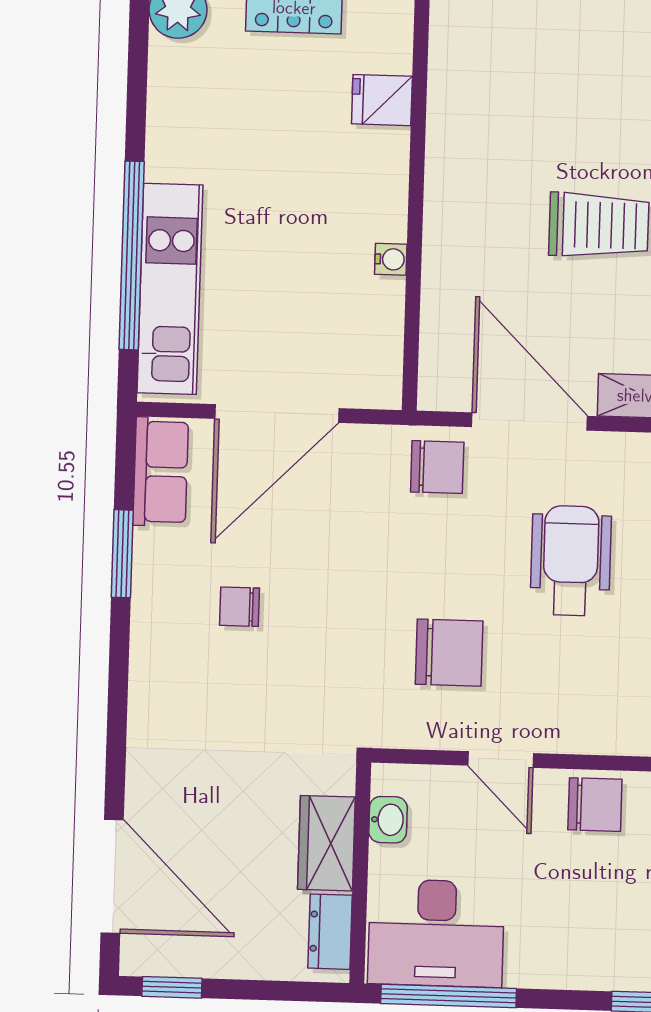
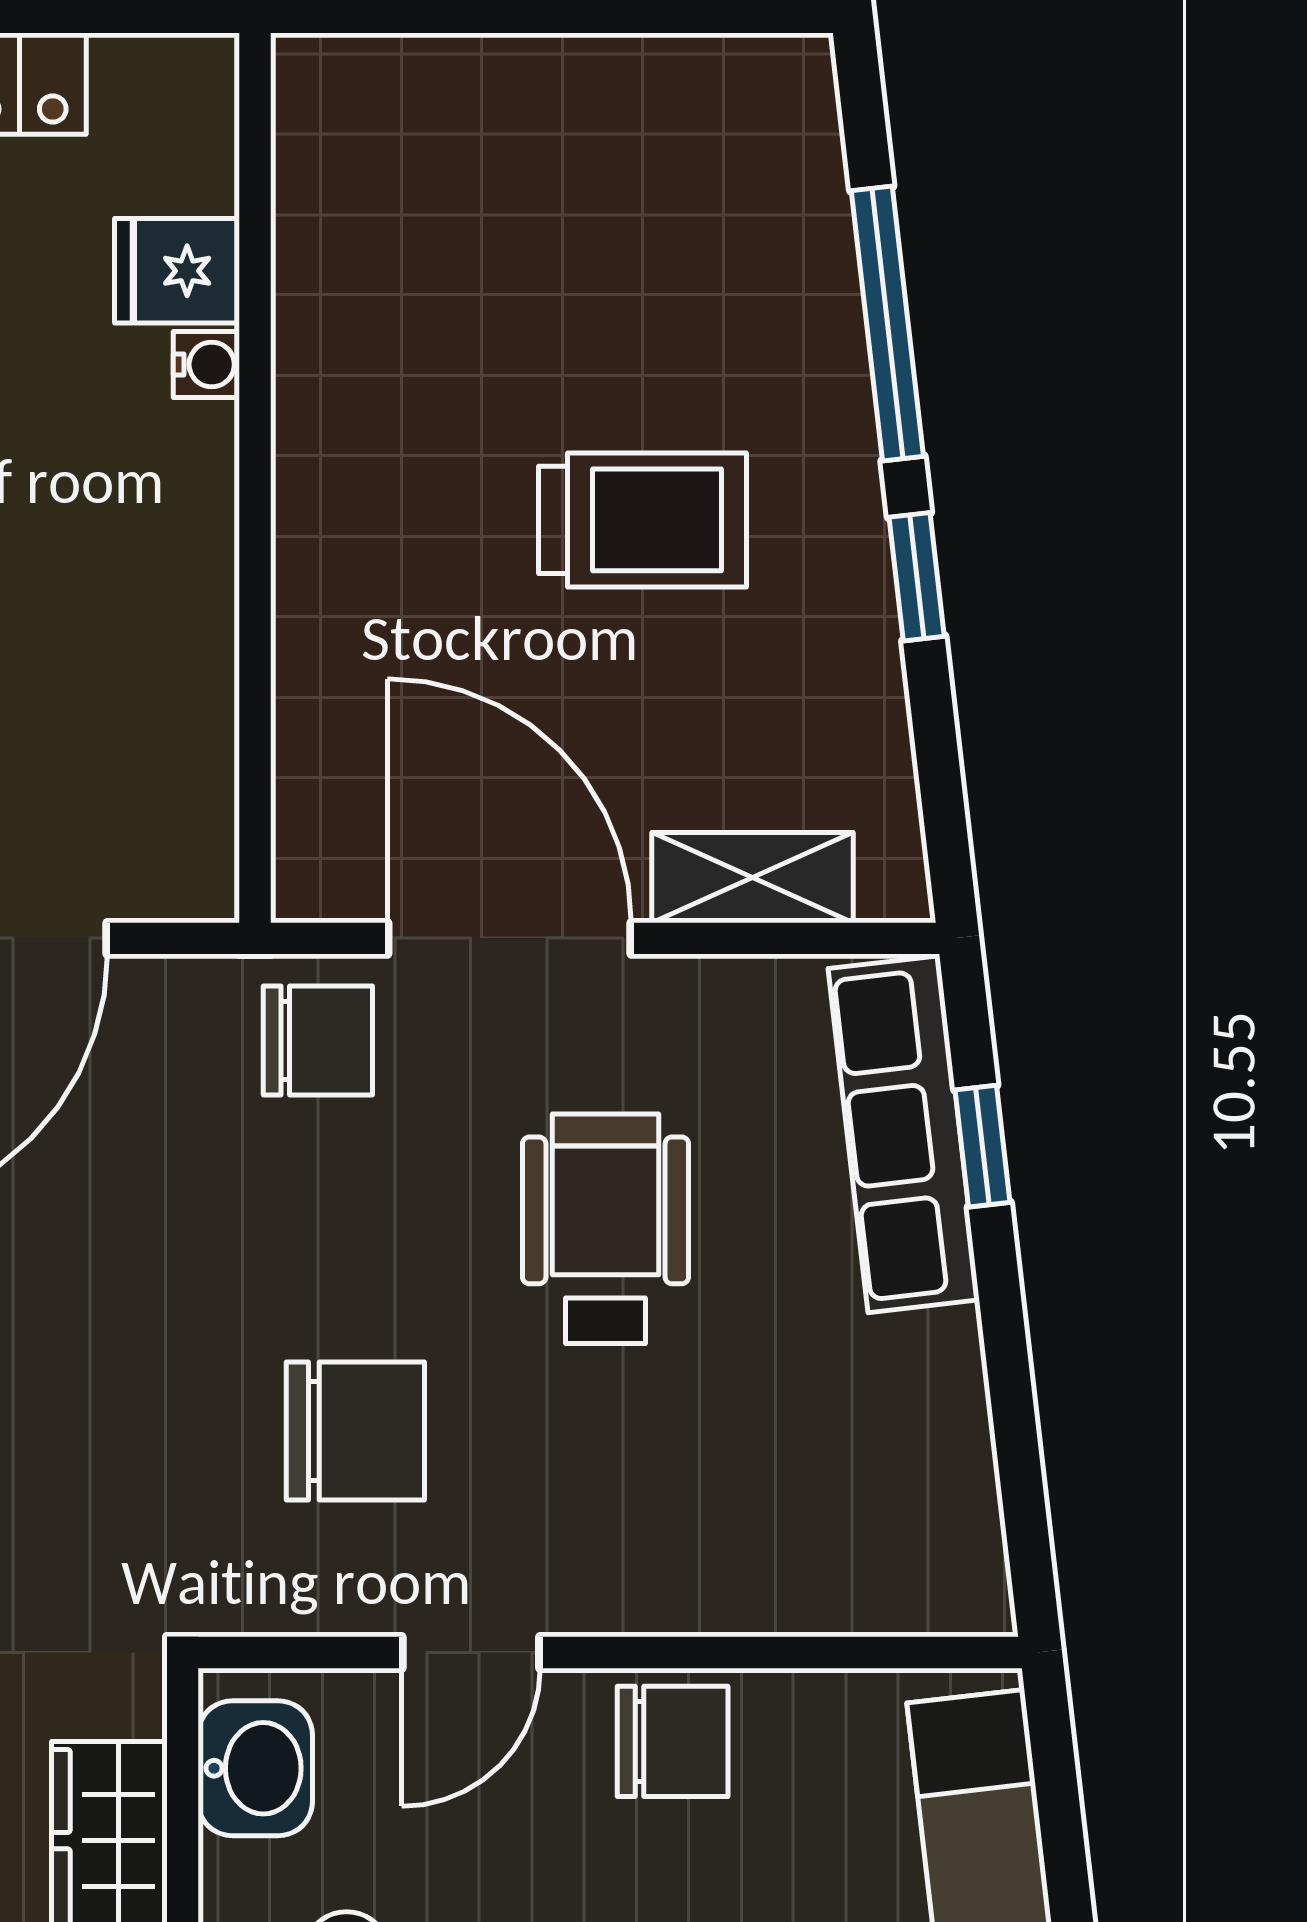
water cooler: (391, 259) -> (206, 364), moved
door: (501, 759) -> (471, 1653), hinge flipped
washbasin: (388, 820) -> (255, 1768), width x1.38, depth x1.45

